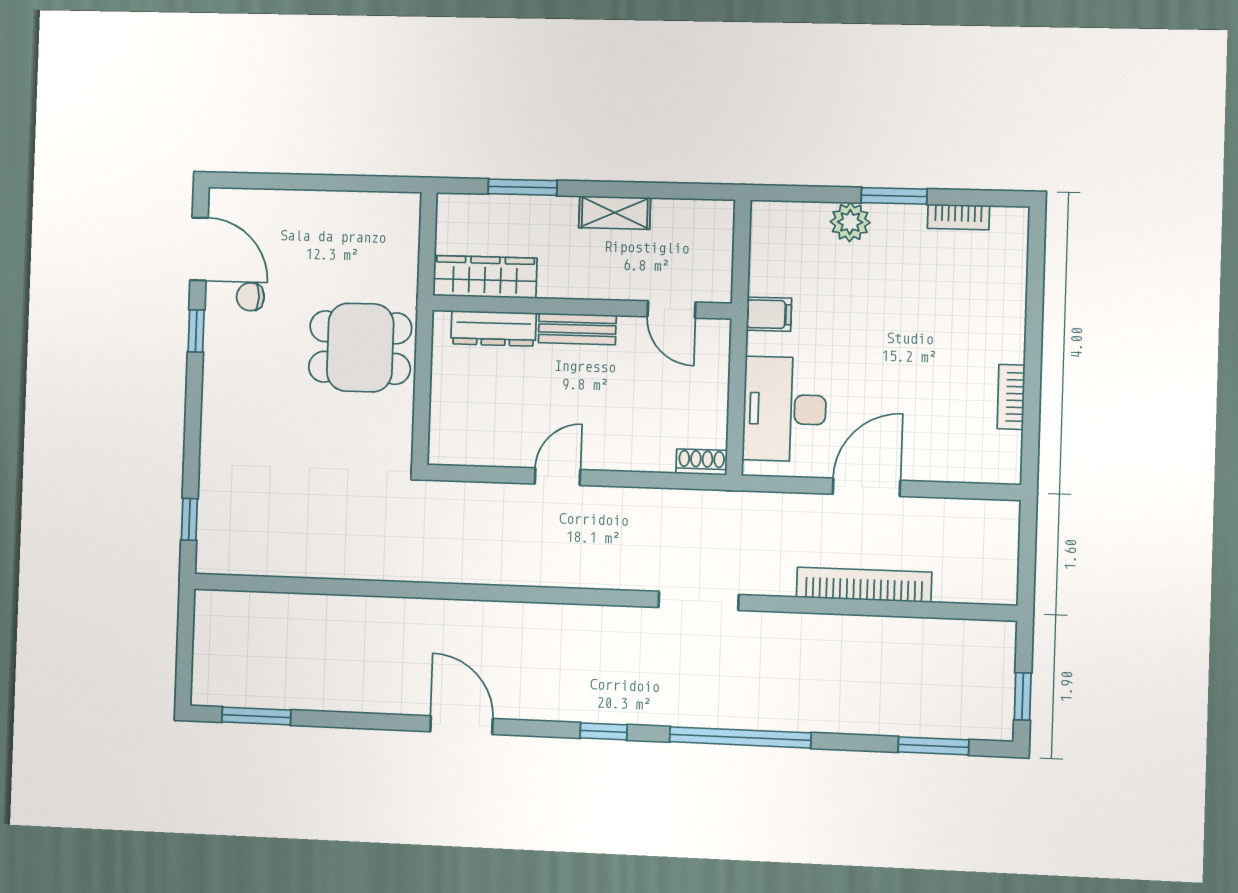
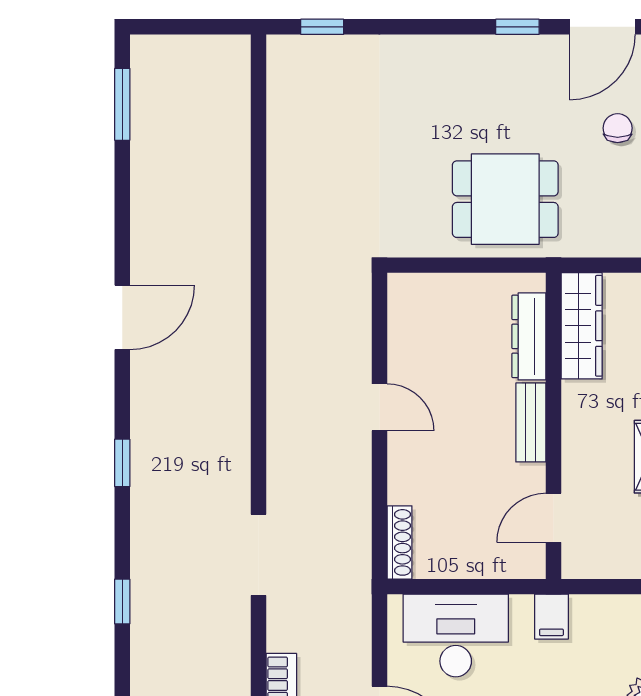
chair: (250, 297) -> (618, 128), moved
dining table: (360, 348) -> (505, 199), turned 90
shoe rack: (702, 462) -> (399, 542), width x1.43
window: (740, 737) -> (122, 601), width x0.32

